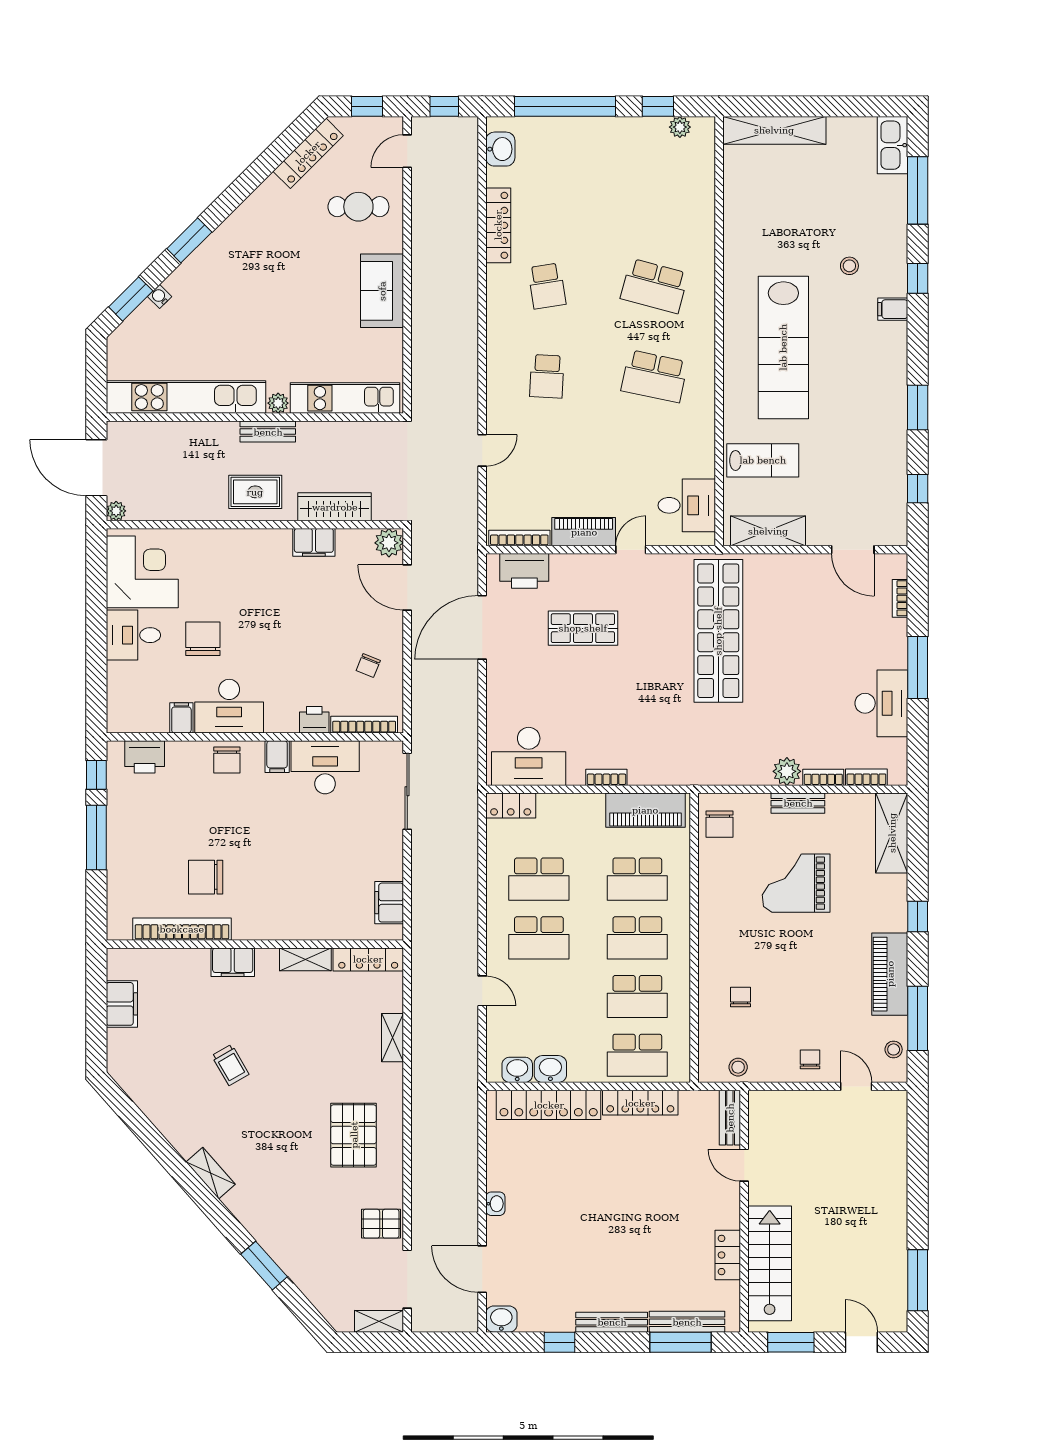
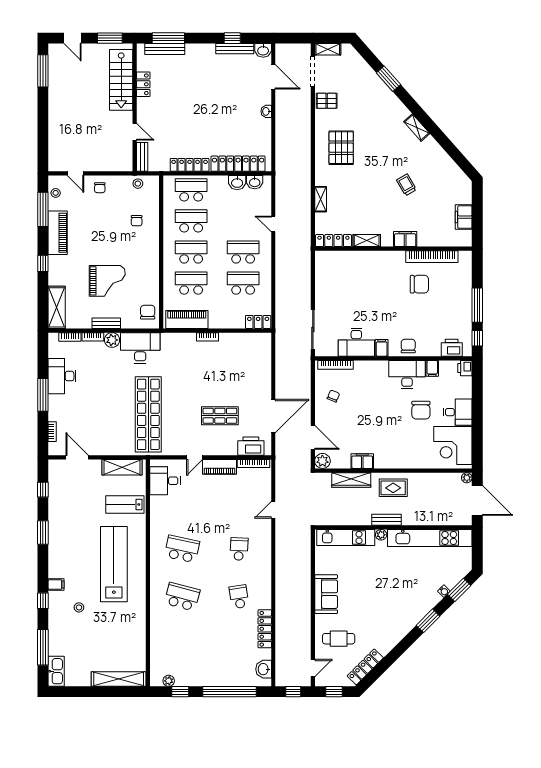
printer: (314, 720) -> (465, 368), moved, turned 90
desk: (529, 756) -> (140, 348), moved
filing cabinet: (389, 903) -> (322, 271), removed
bench: (612, 1322) -> (235, 49), moved

